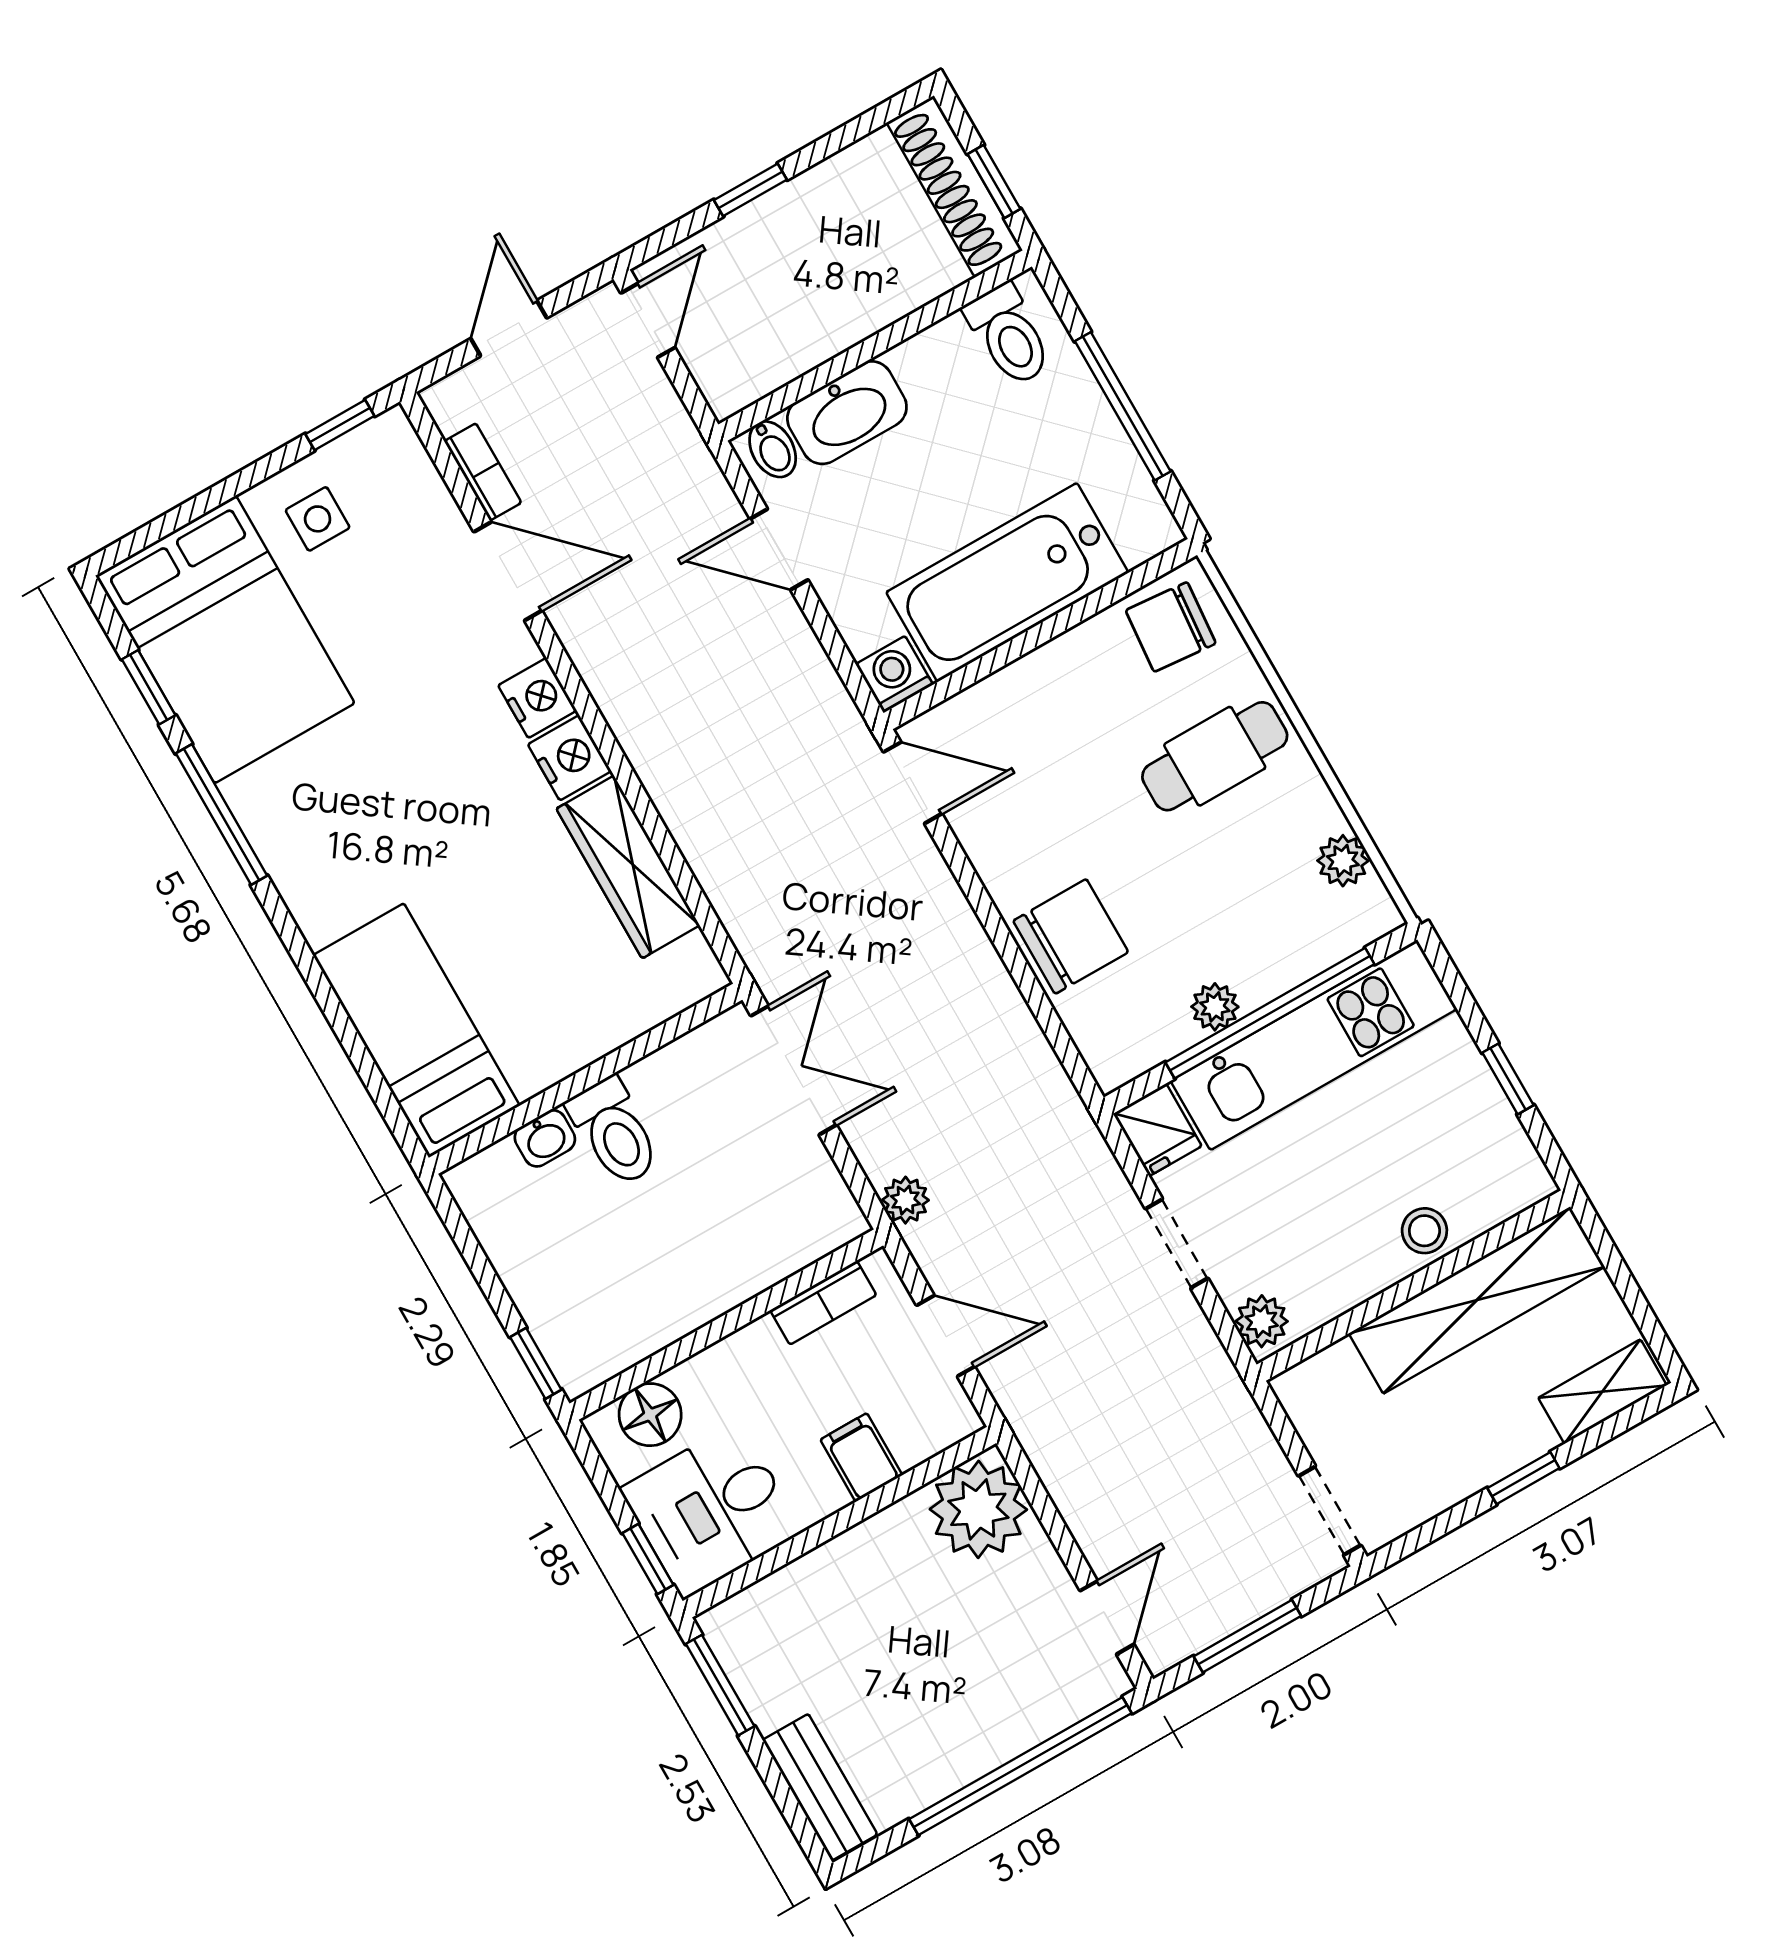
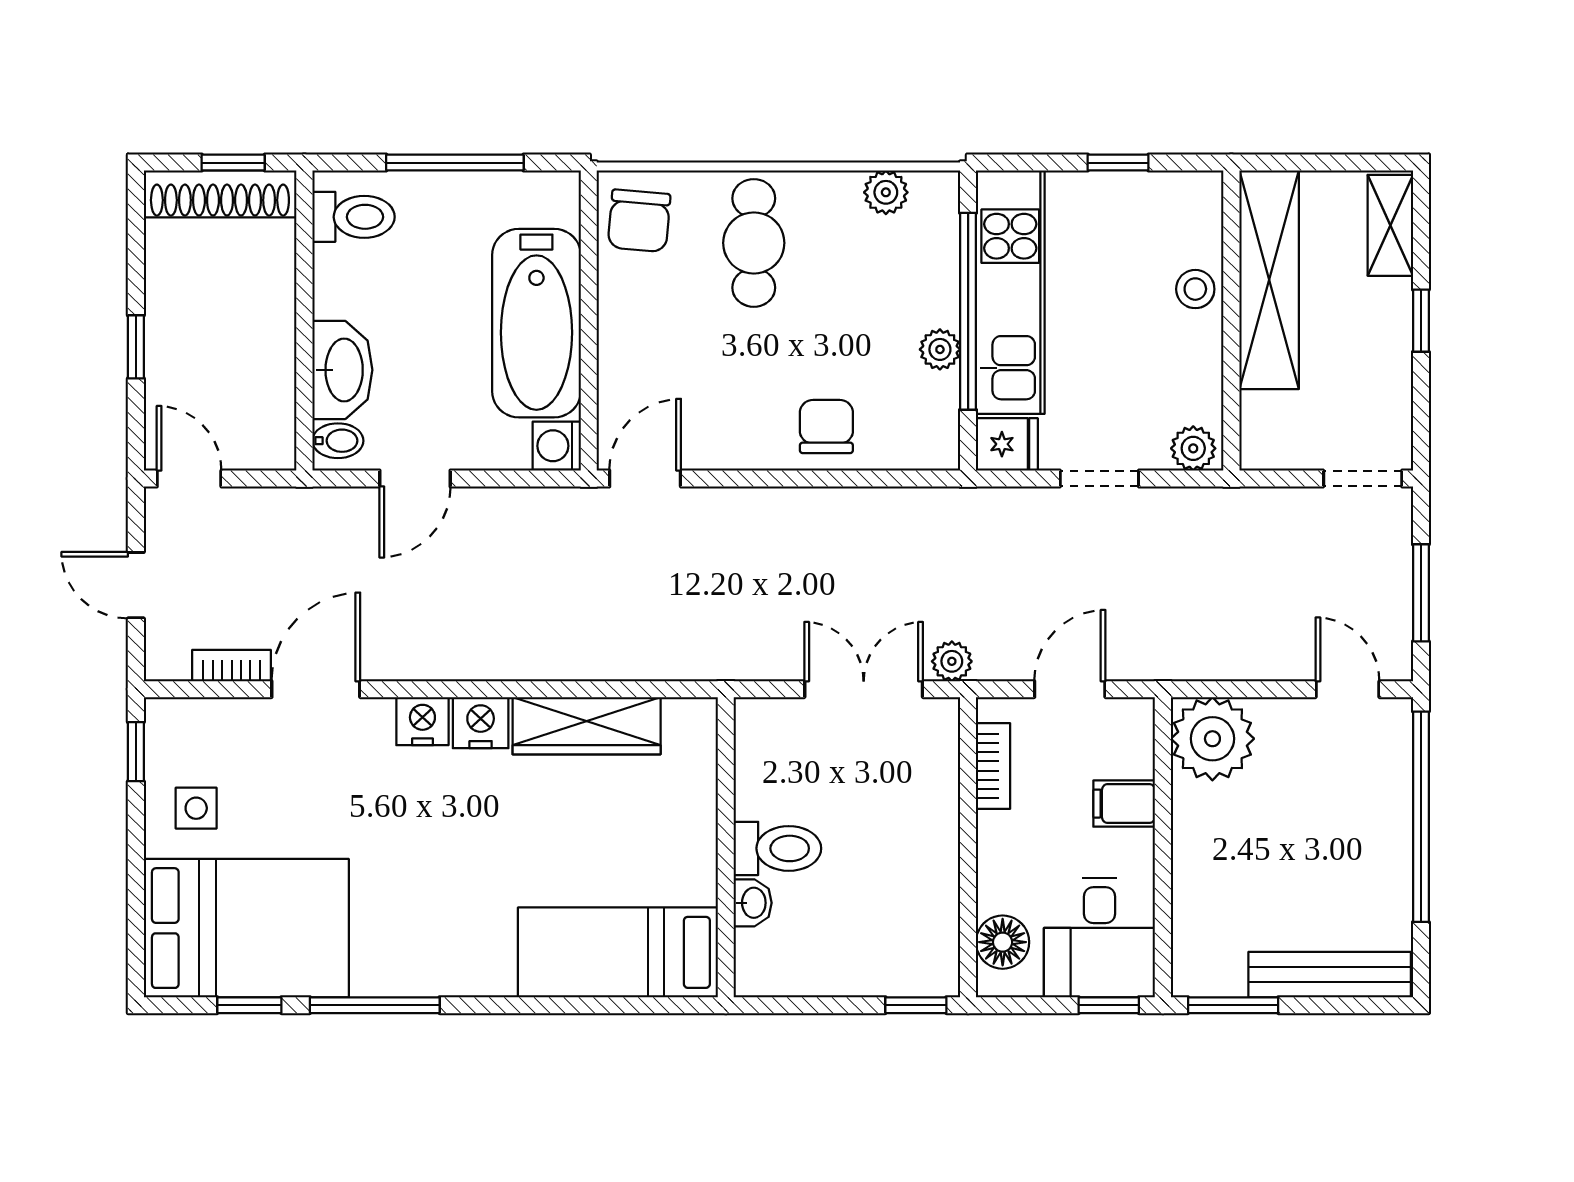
chair: (1071, 936) -> (826, 427), width x0.73, depth x0.73
double door: (794, 1070) -> (864, 689), moved
bench: (820, 1787) -> (1330, 975), width x1.36

